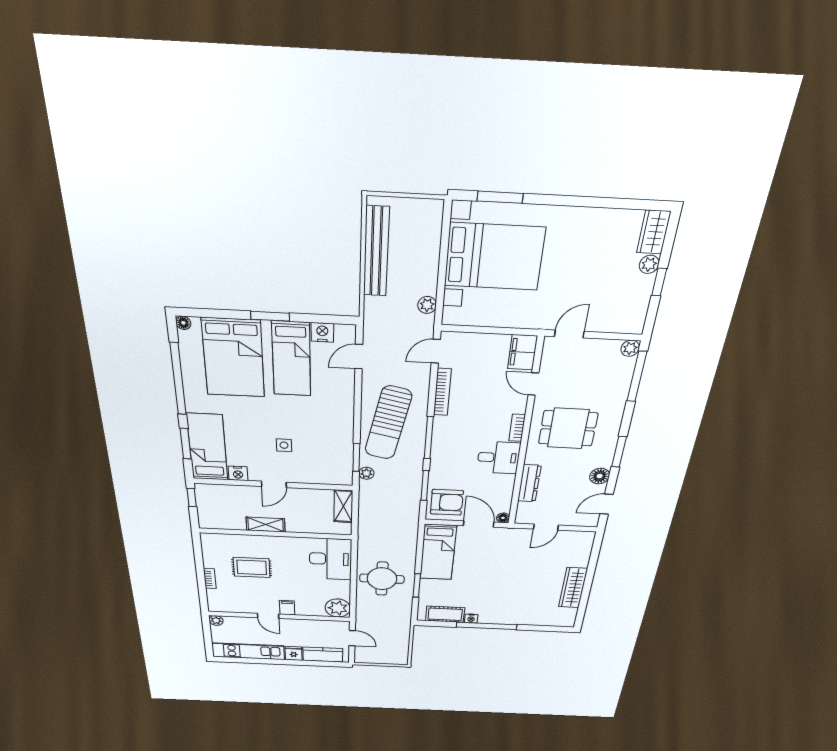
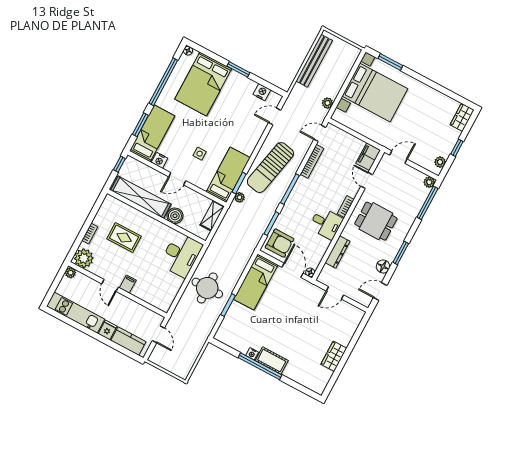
plant: (649, 264) -> (440, 162), moved
bed: (291, 359) -> (228, 175), moved, turned 180
shelving: (266, 524) -> (141, 197), width x2.20, depth x1.33
boiler: (297, 524) -> (175, 216), added
wardrobe: (573, 588) -> (334, 356), width x0.67
plant: (338, 608) -> (84, 258), moved
cot: (445, 614) -> (272, 361), moved

